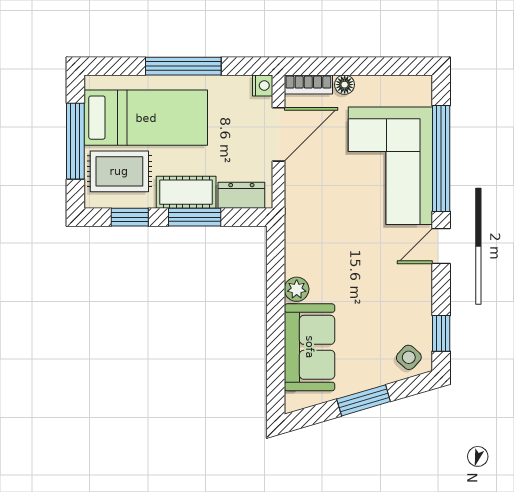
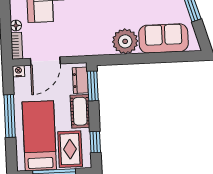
door: (279, 134) -> (45, 61), swing flipped
window: (195, 217) -> (93, 86), moved
plant: (297, 289) -> (125, 41), width x1.87, depth x1.87

